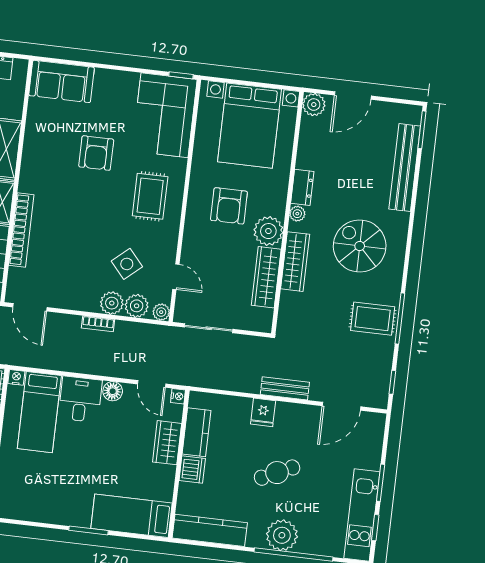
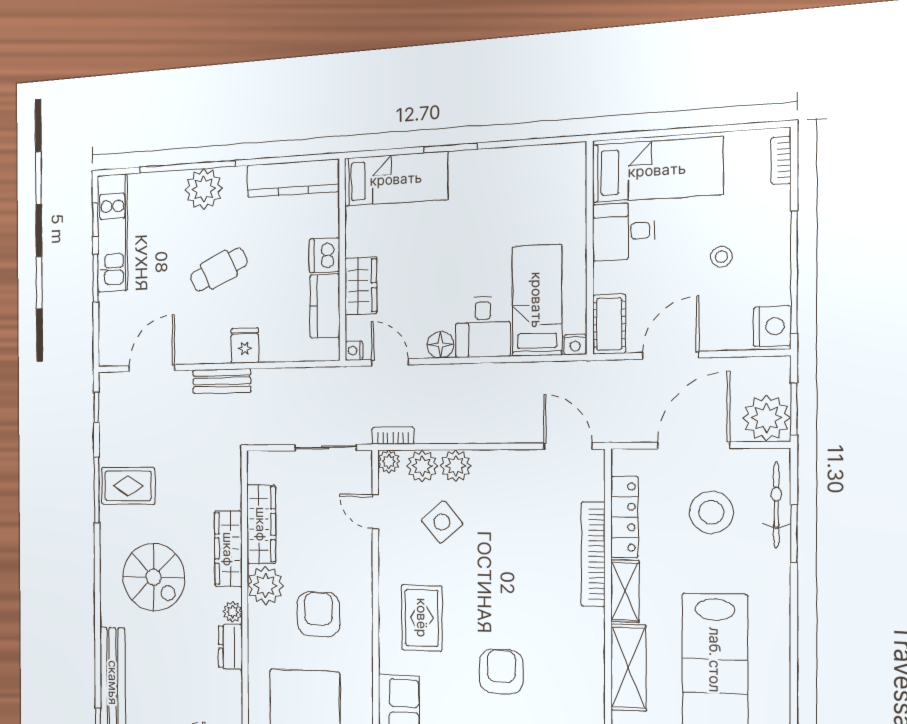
bookcase: (98, 324) -> (393, 436), moved

